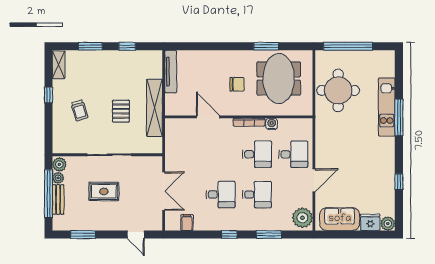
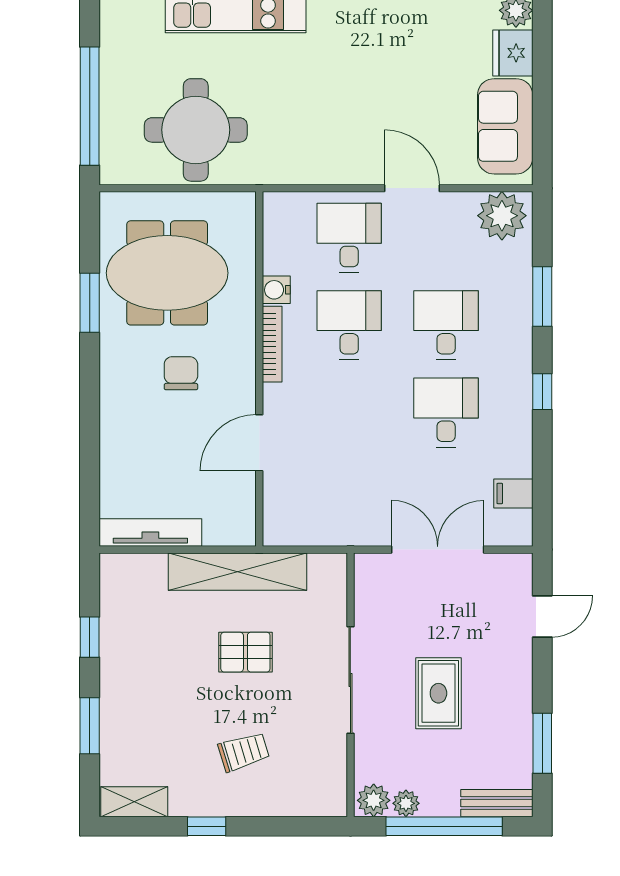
bench: (58, 199) -> (497, 803), moved

